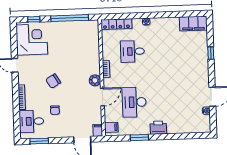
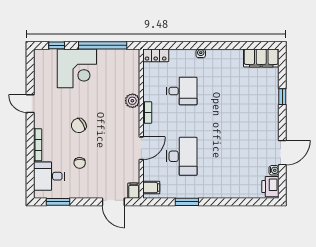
locker: (116, 24) -> (156, 55), width x0.66
corner desk: (32, 40) -> (77, 68), moved, turned 90
desk: (132, 51) -> (182, 91), turned 180
plant: (95, 80) -> (132, 101), moved
desk: (134, 102) -> (182, 156), turned 180
printer: (158, 128) -> (270, 187), moved, turned -90

